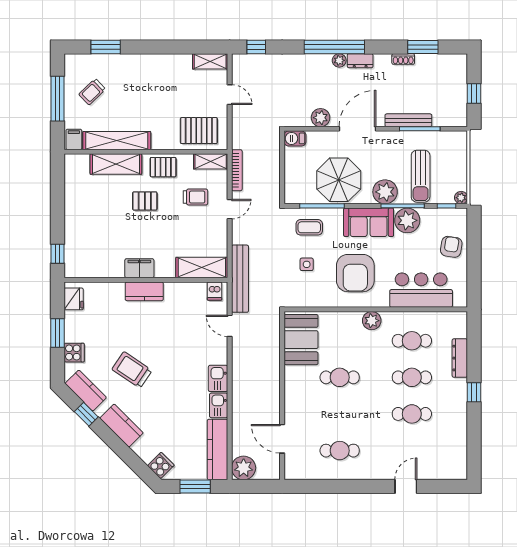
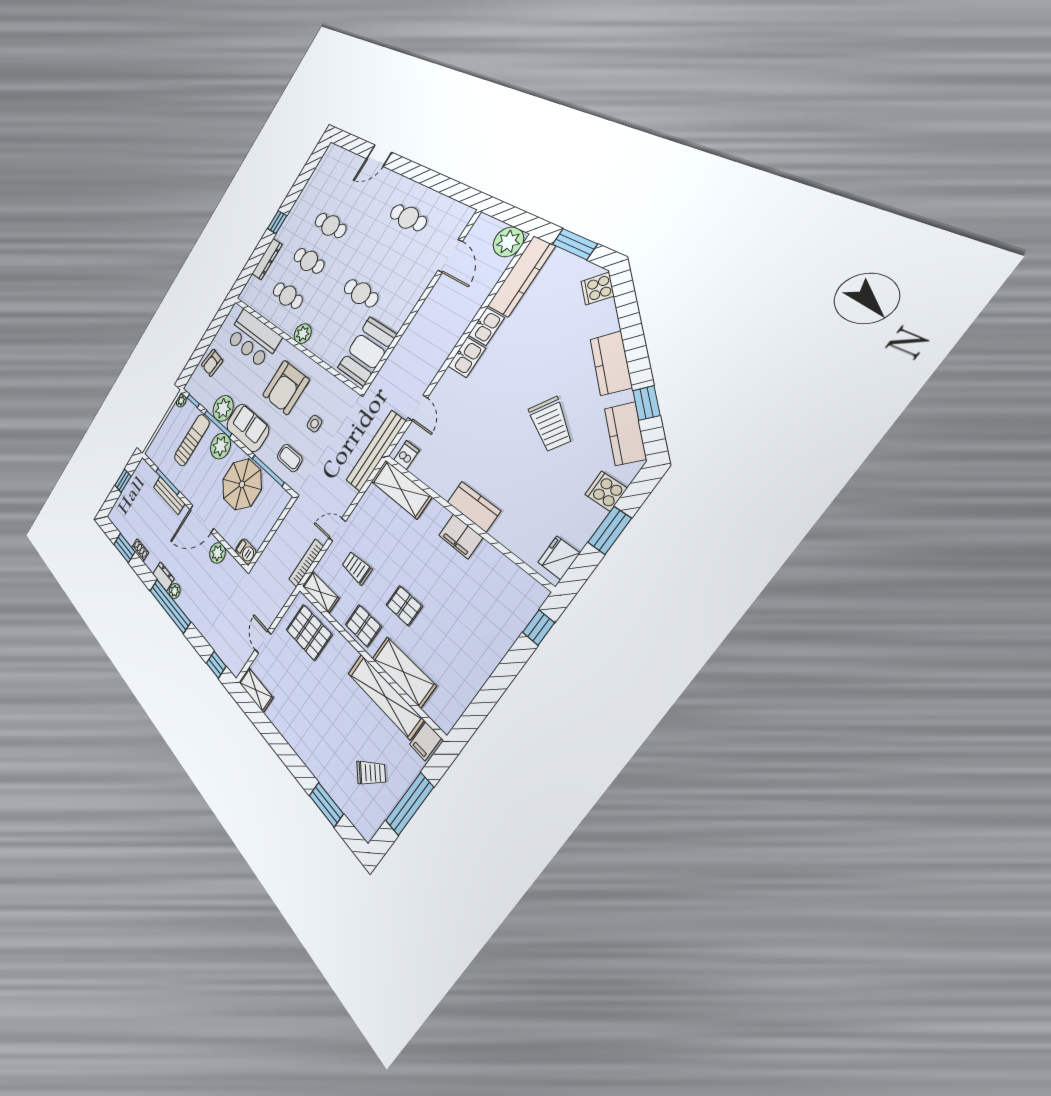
armchair: (355, 273) -> (286, 388), turned 180

